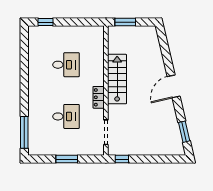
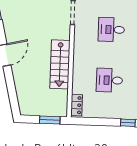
locker: (99, 97) -> (77, 105), moved

